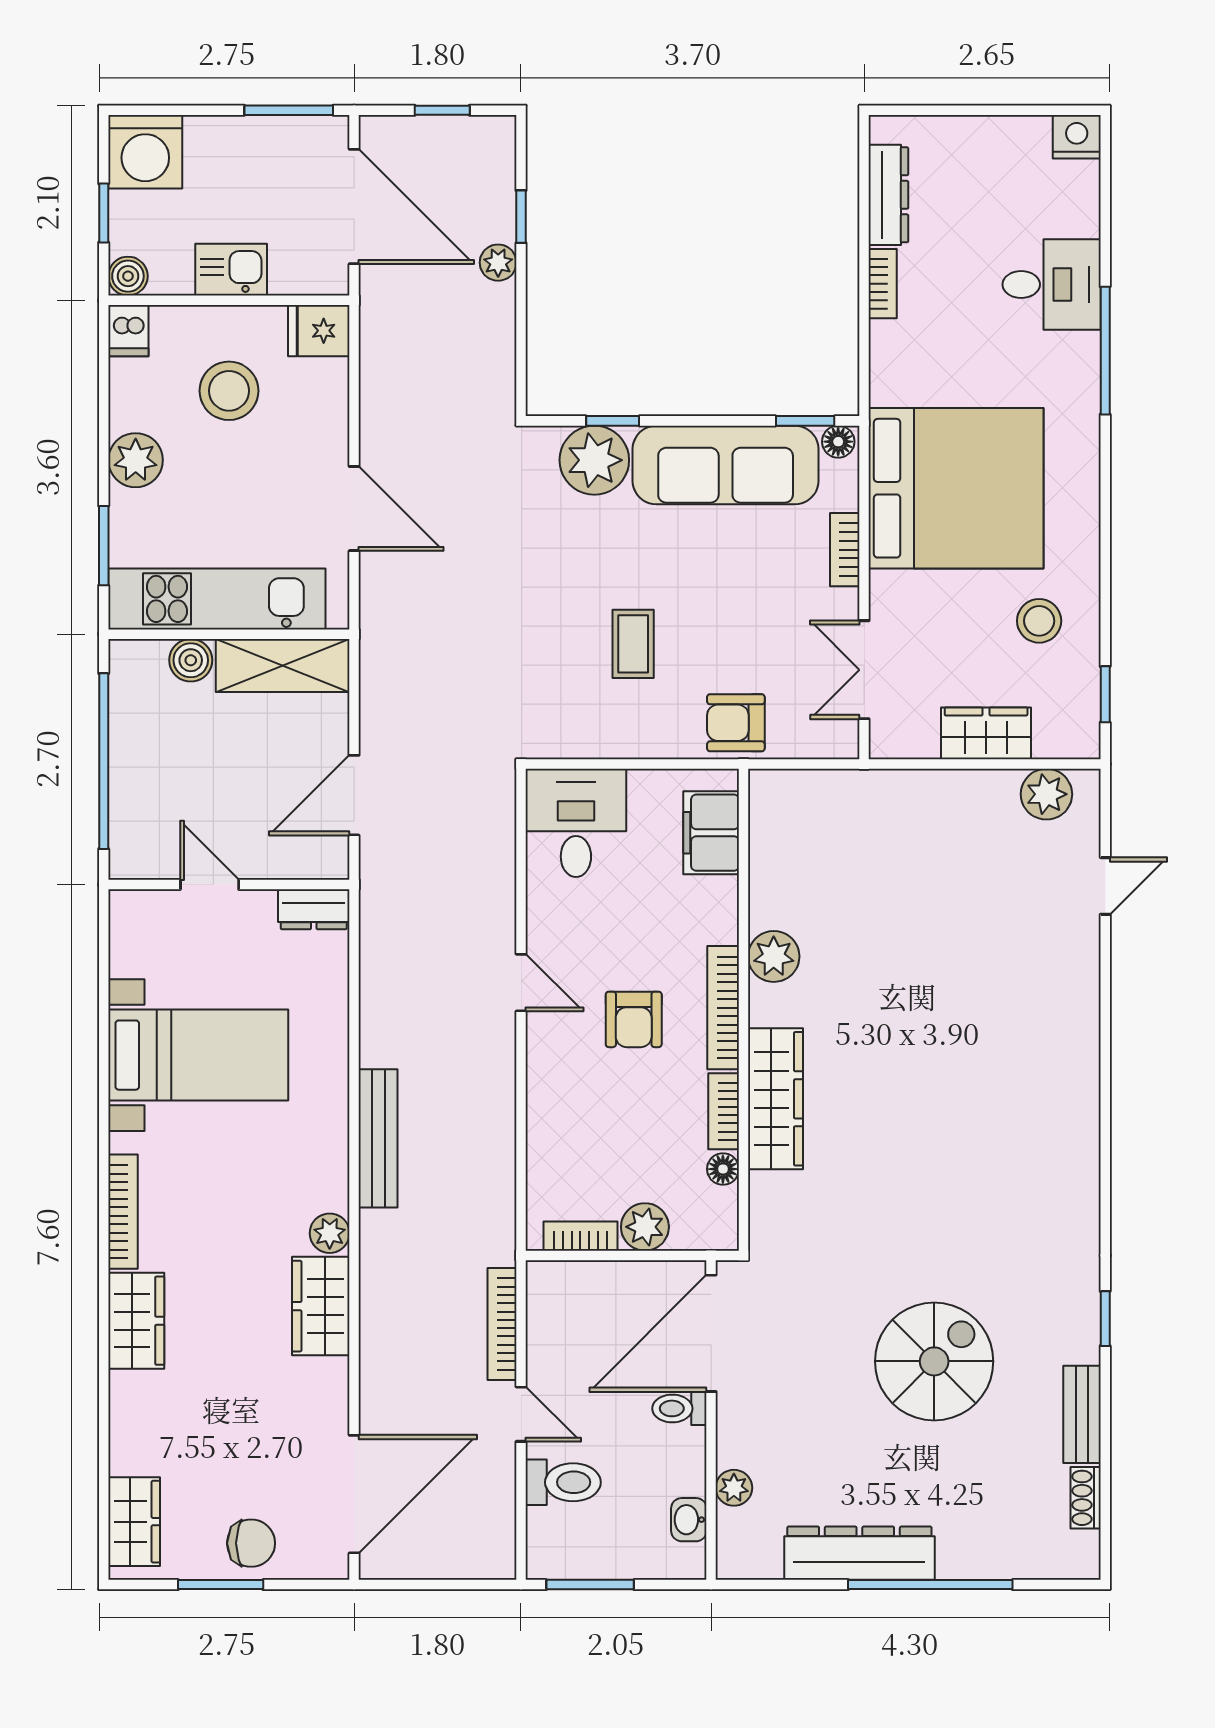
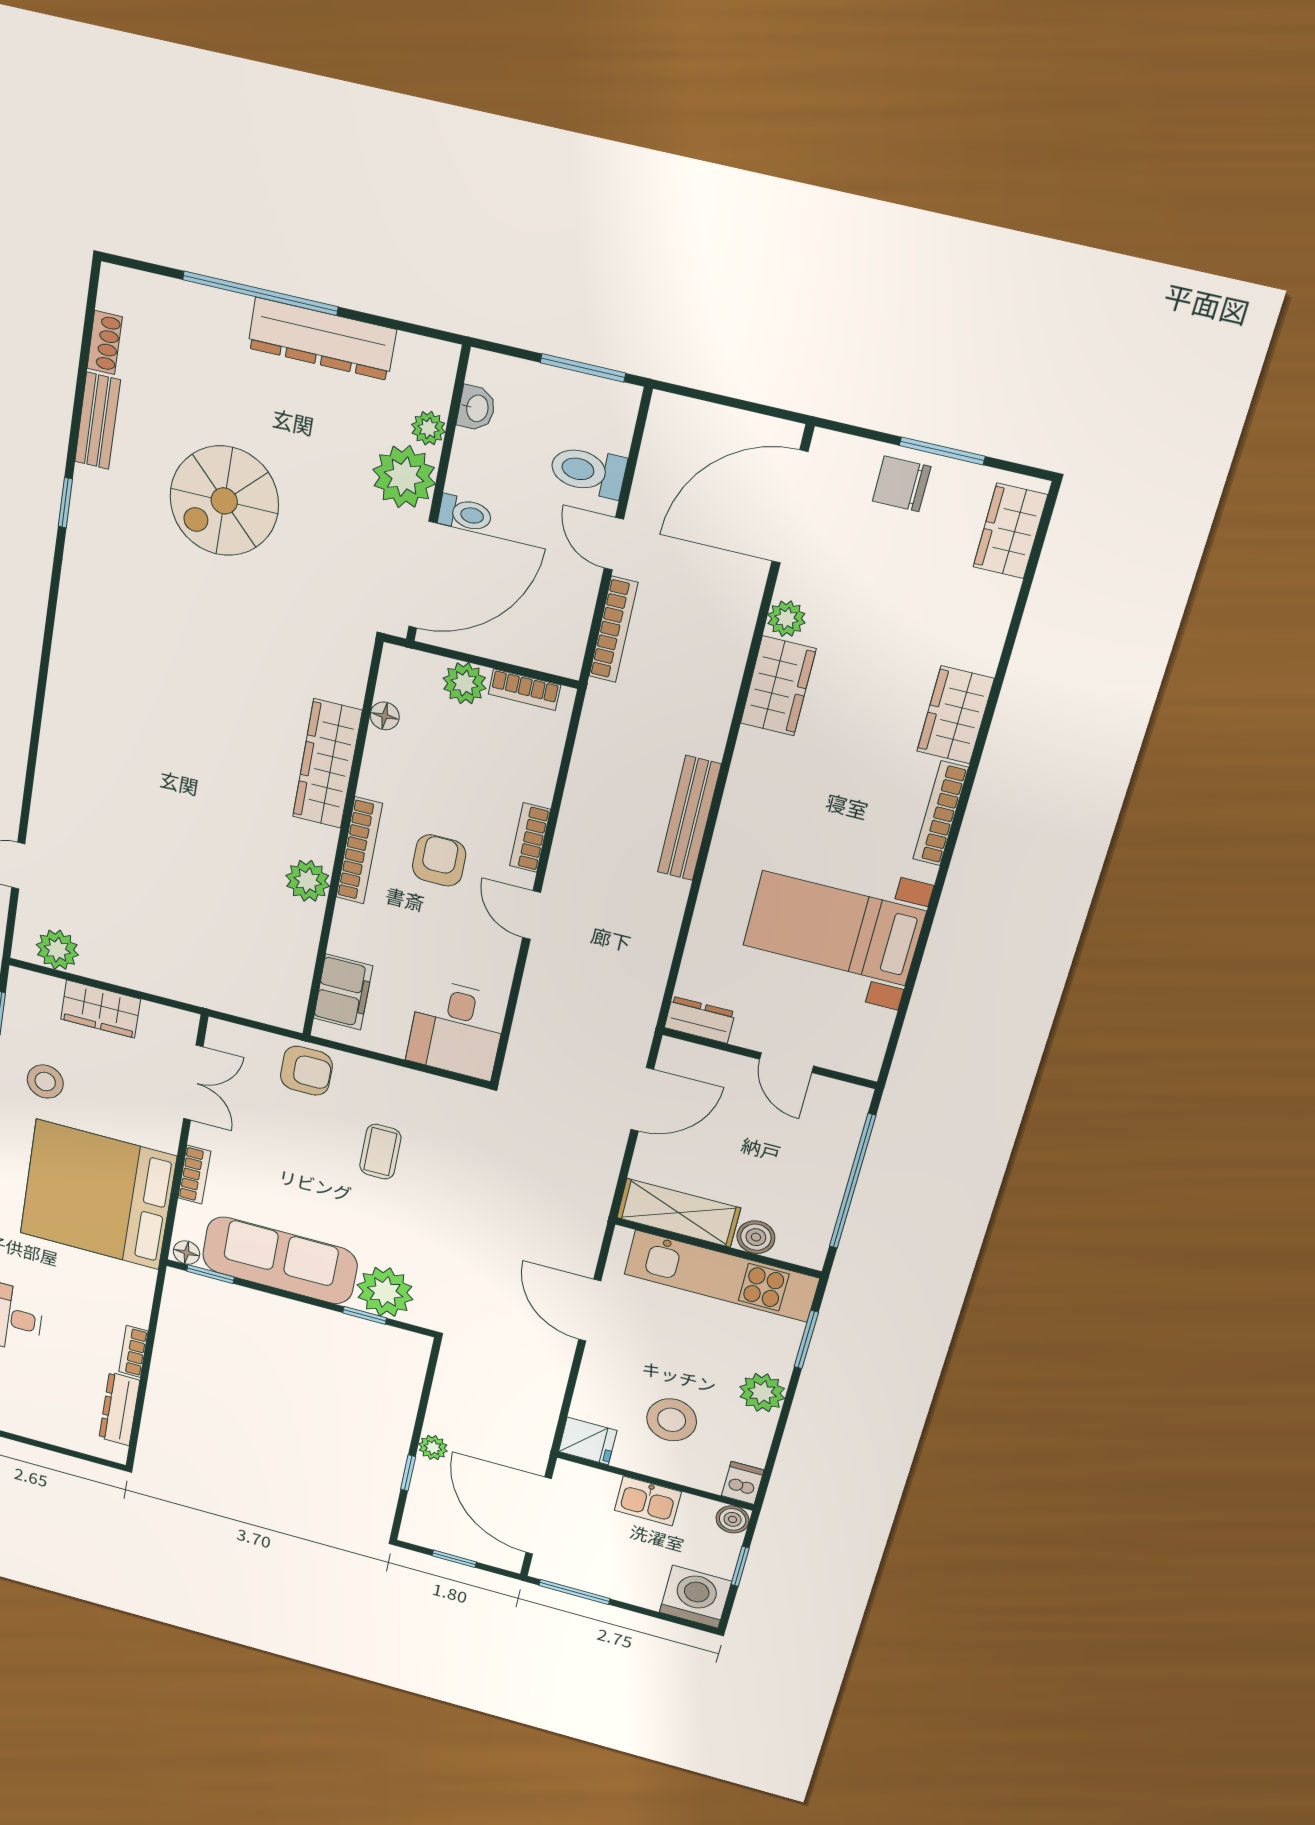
bookcase: (724, 1111) -> (530, 838), moved, turned 180
plant: (330, 1233) -> (786, 619), moved
plant: (750, 1432) -> (404, 477), added

